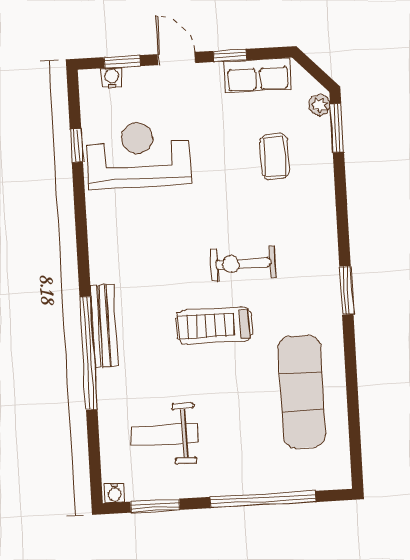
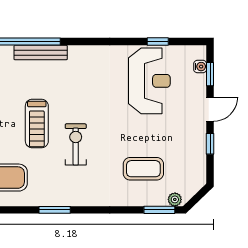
row of seats: (258, 75) -> (196, 161), removed
coffee table: (275, 156) -> (143, 169), width x1.36, depth x1.30
treadmill: (214, 325) -> (37, 123), turned 180

